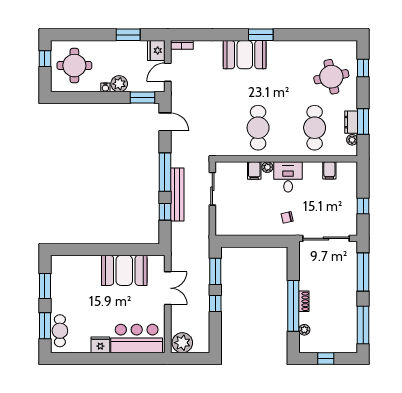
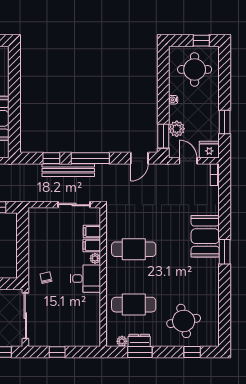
plant: (119, 84) -> (177, 129), moved
filing cabinet: (329, 170) -> (92, 232), moved

